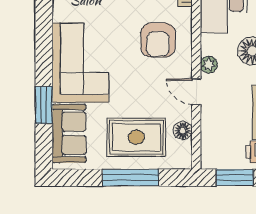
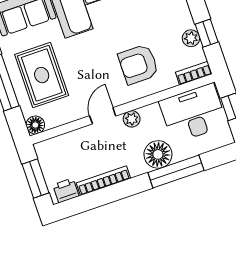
floor lamp: (183, 130) -> (35, 125), moved

